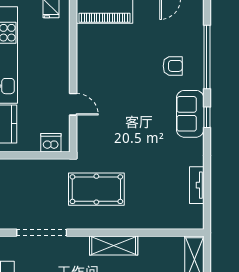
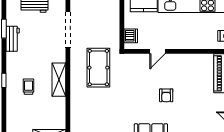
armchair: (173, 66) -> (166, 95), moved

